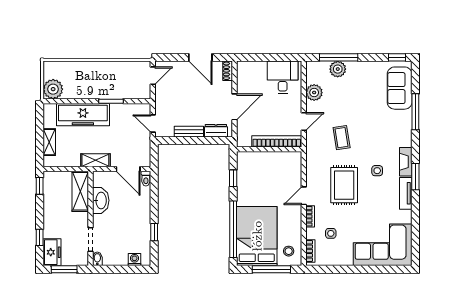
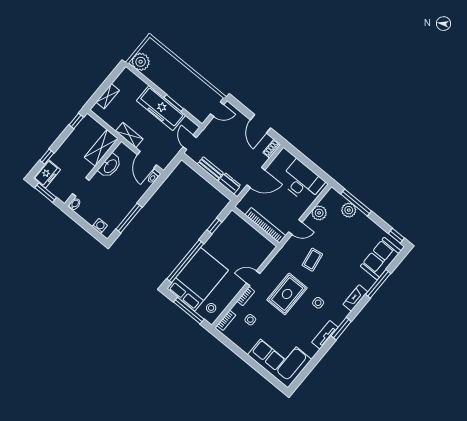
desk: (283, 77) -> (302, 181), width x1.37
freezer: (83, 115) -> (161, 108), moved
fireplace: (406, 162) -> (355, 298), moved
window: (154, 232) -> (129, 218), width x2.17

